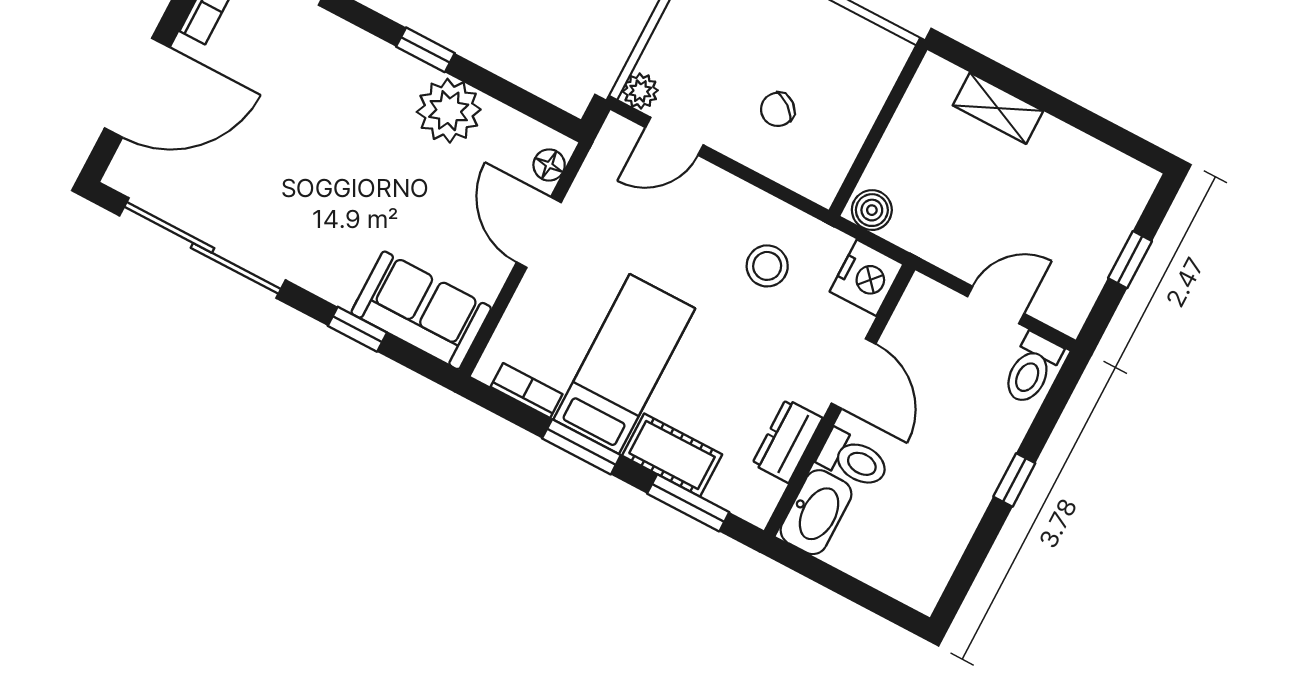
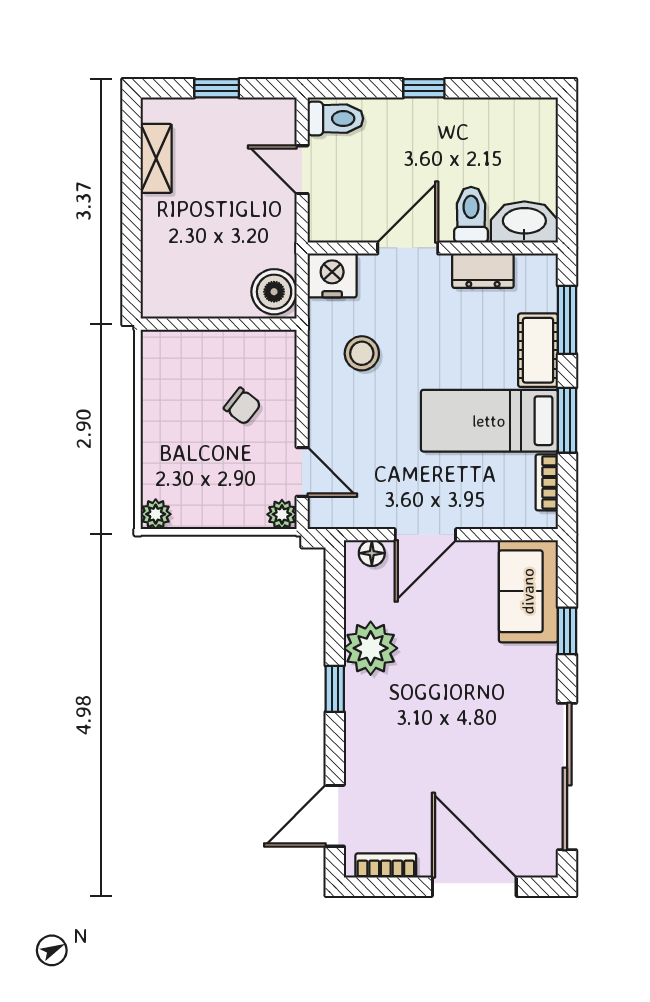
shelving: (998, 108) -> (156, 158), moved
boiler: (872, 210) -> (274, 292), width x1.36, depth x1.36

